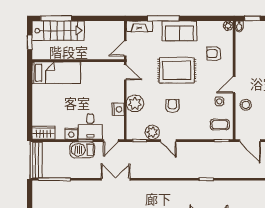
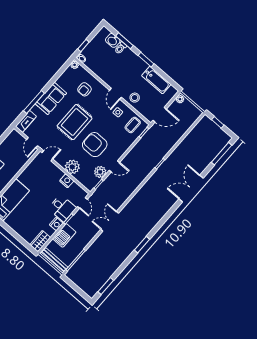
armchair: (172, 106) -> (95, 145), width x1.88, depth x1.88
barbecue: (82, 150) -> (64, 235), moved

